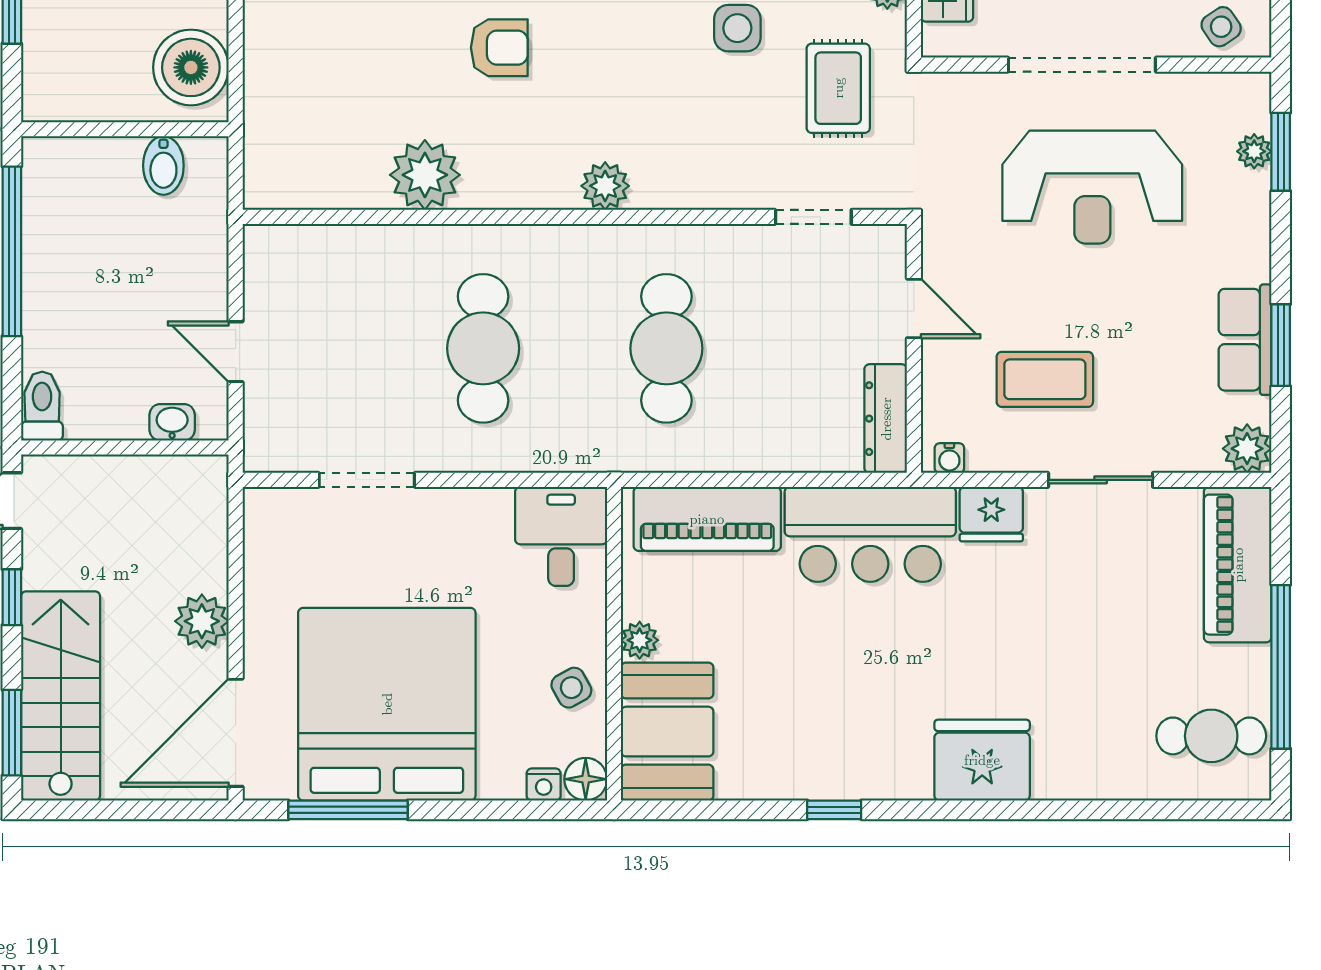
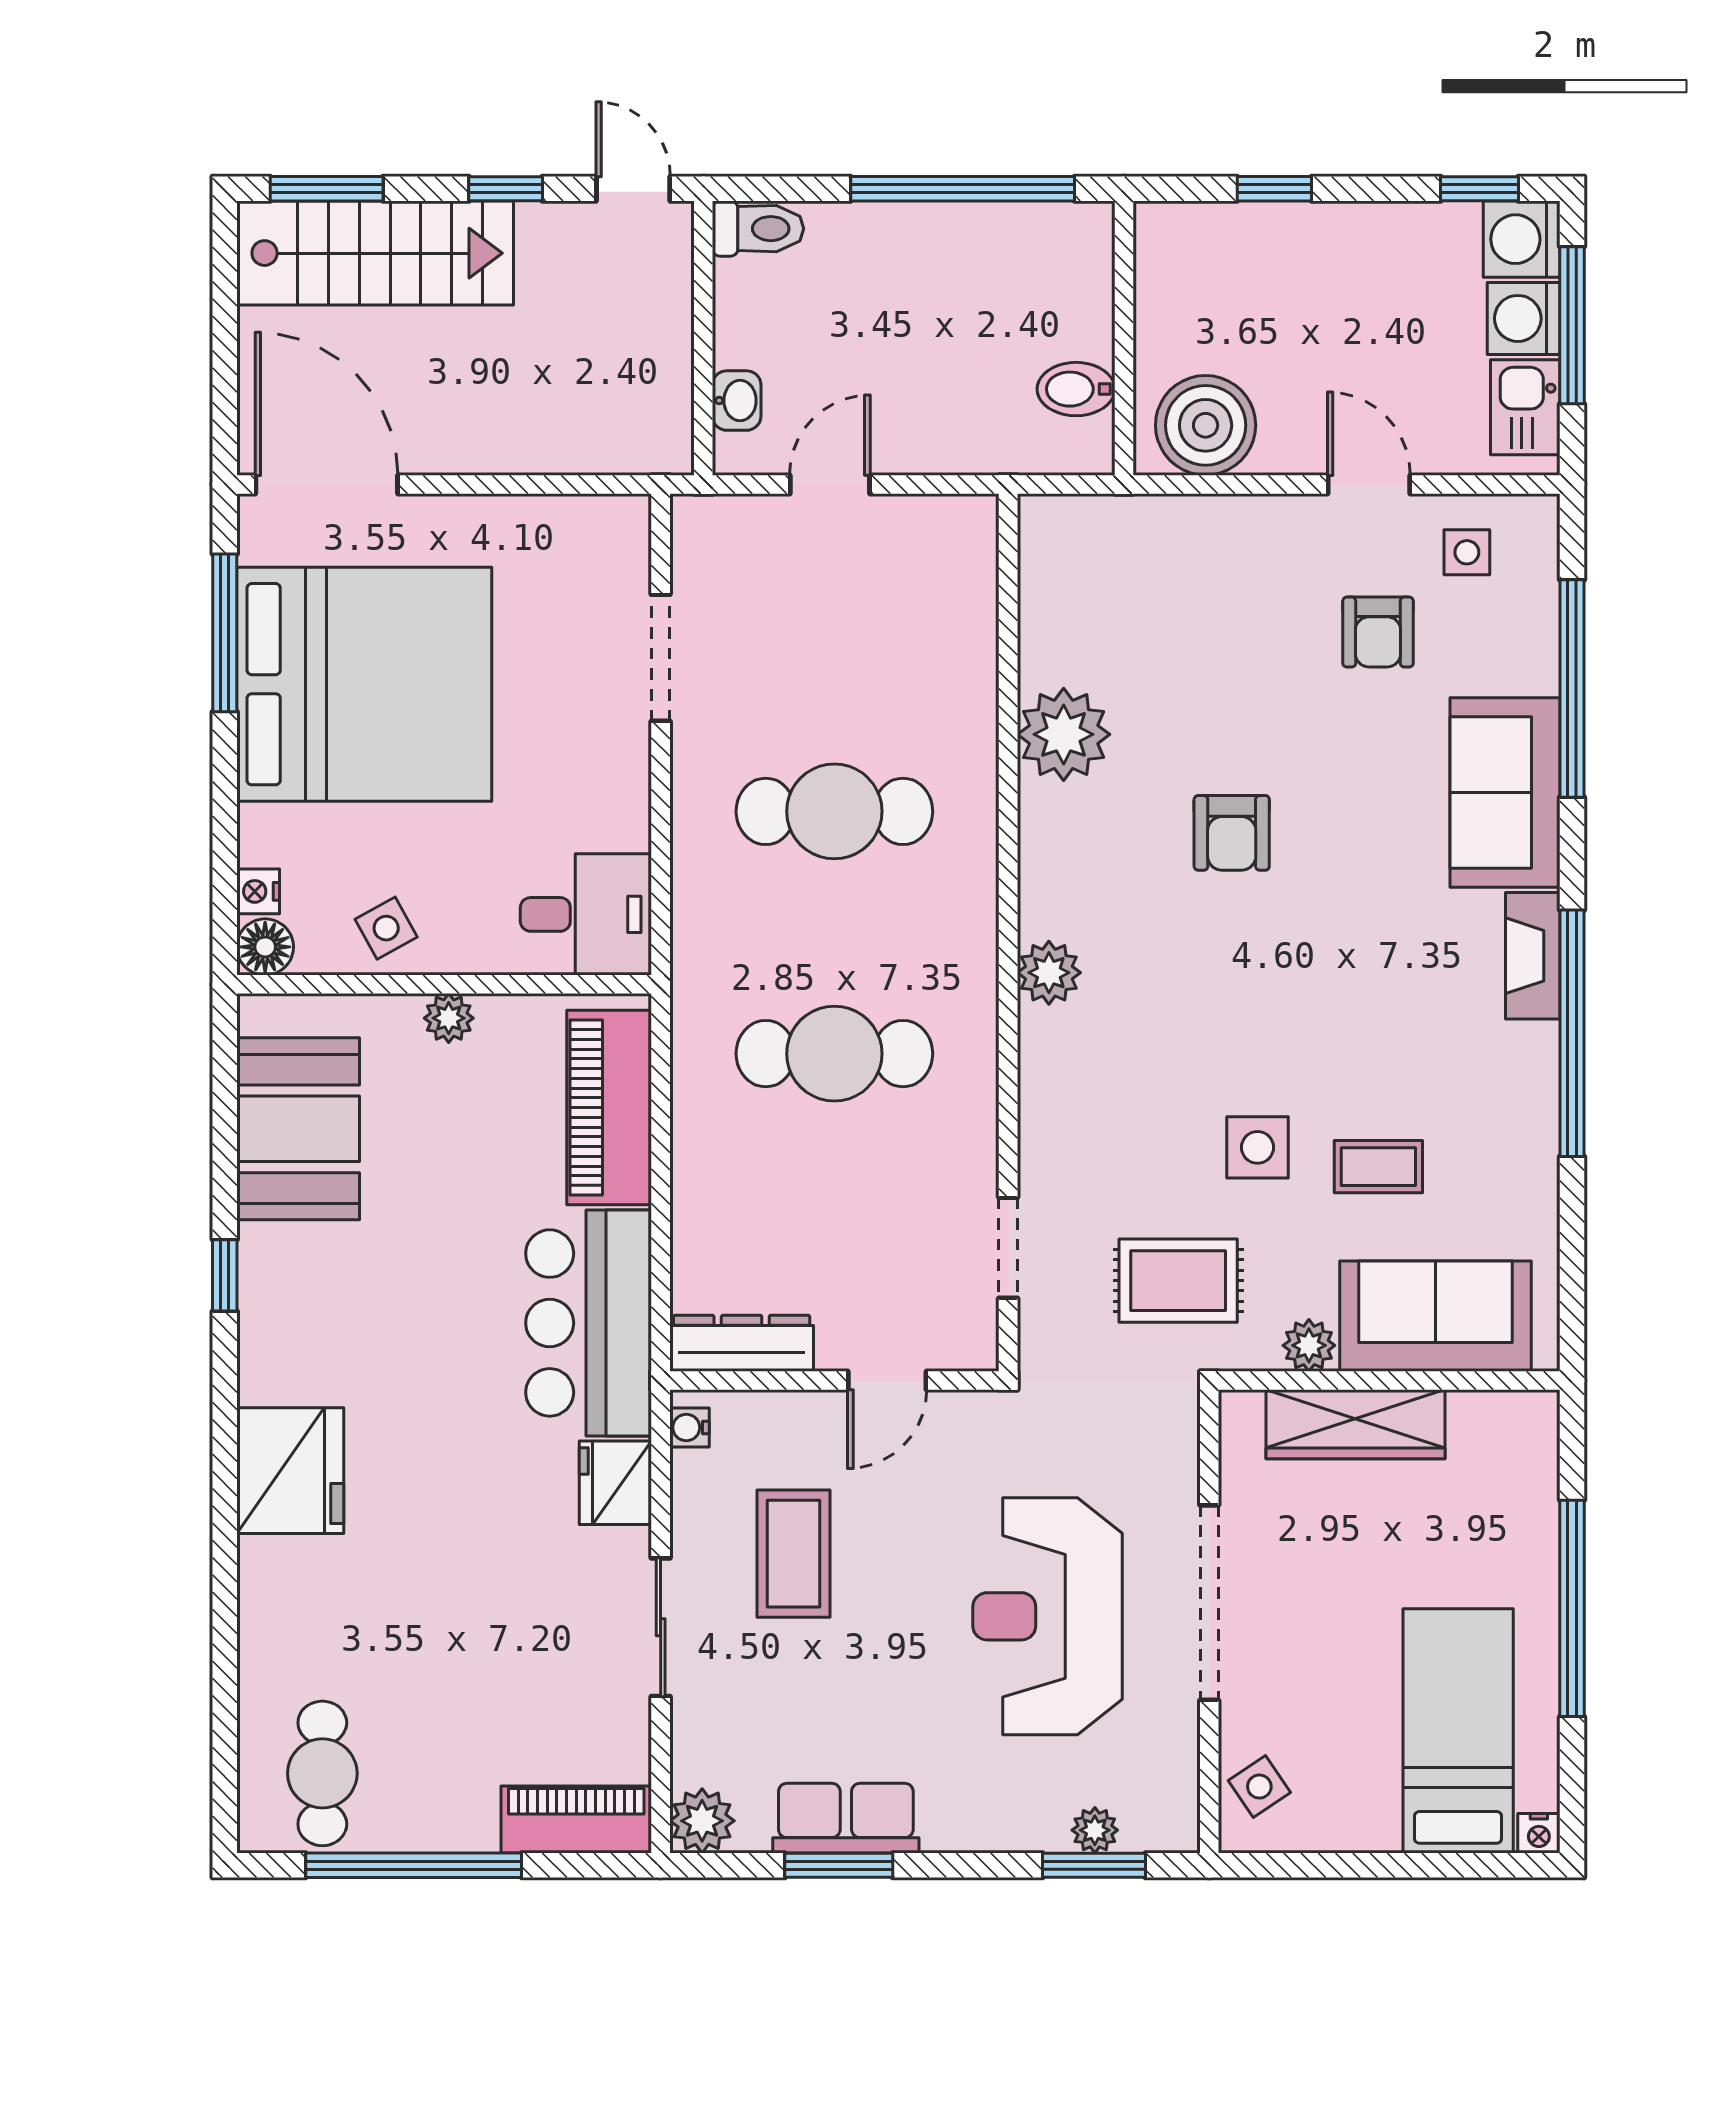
piano: (1238, 565) -> (576, 1819), width x0.73, depth x0.75
plant: (202, 621) -> (474, 440), removed
booth: (667, 732) -> (298, 1129), moved, turned 90

